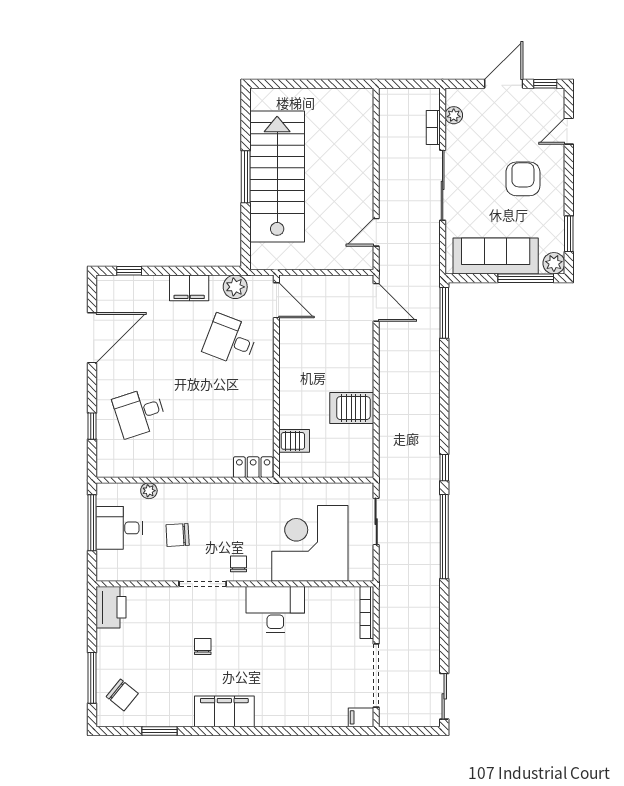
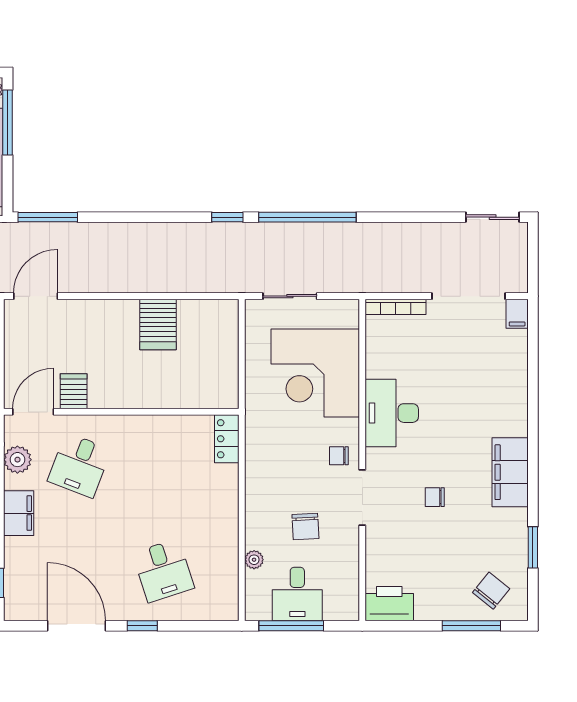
window: (92, 426) -> (142, 626), moved
server rack: (294, 441) -> (74, 391), moved

